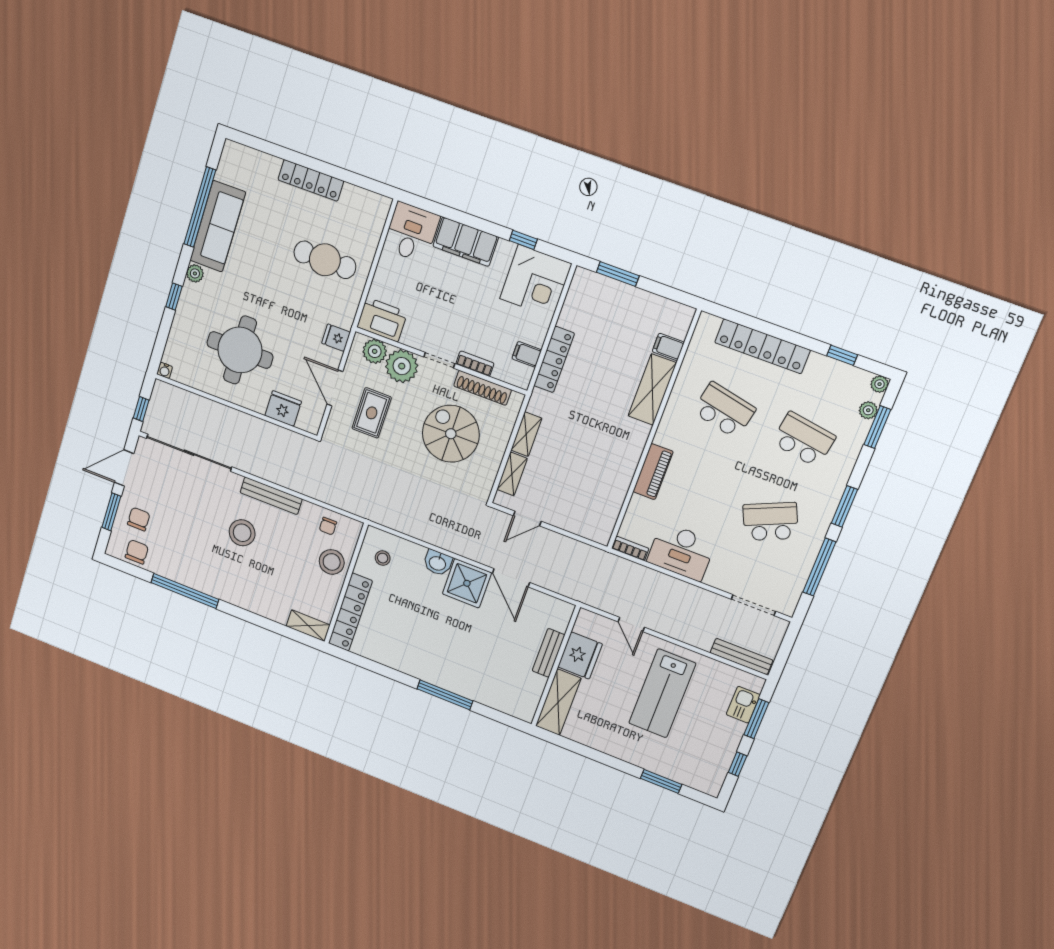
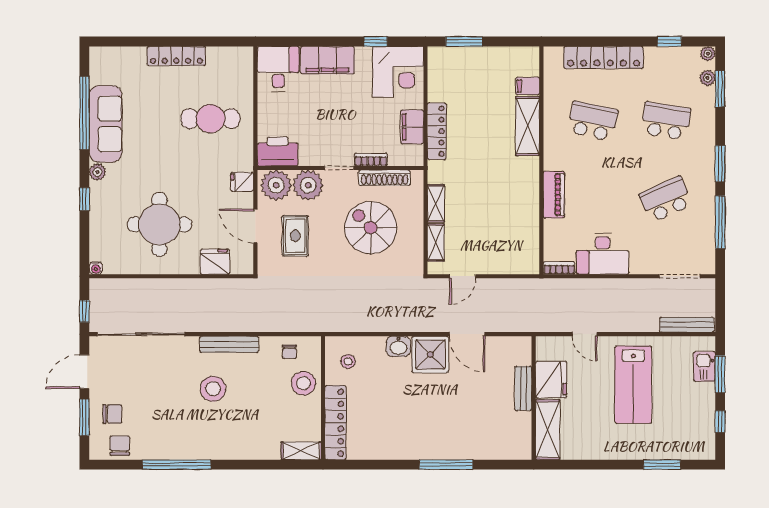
plant: (375, 351) -> (276, 185), width x1.36, depth x1.36
filing cabinet: (527, 354) -> (412, 127), width x2.00
chair: (139, 519) -> (112, 414), turned 90

